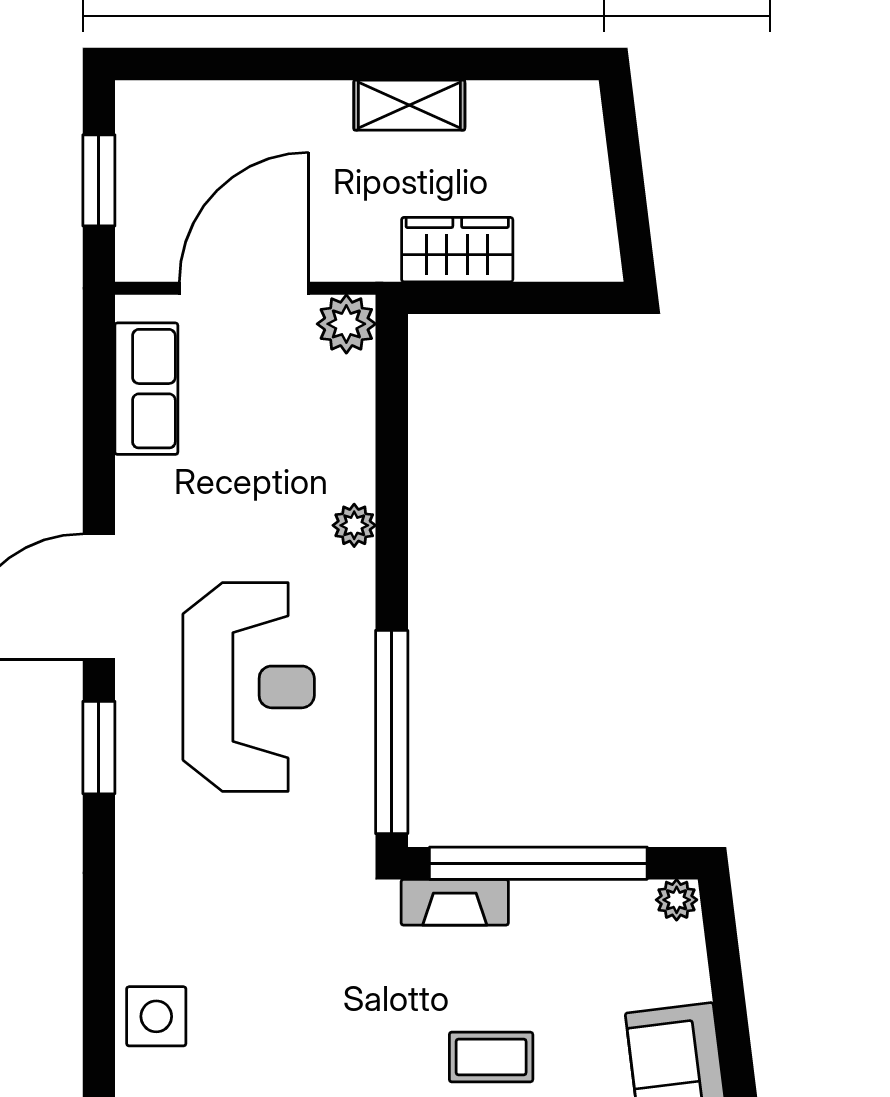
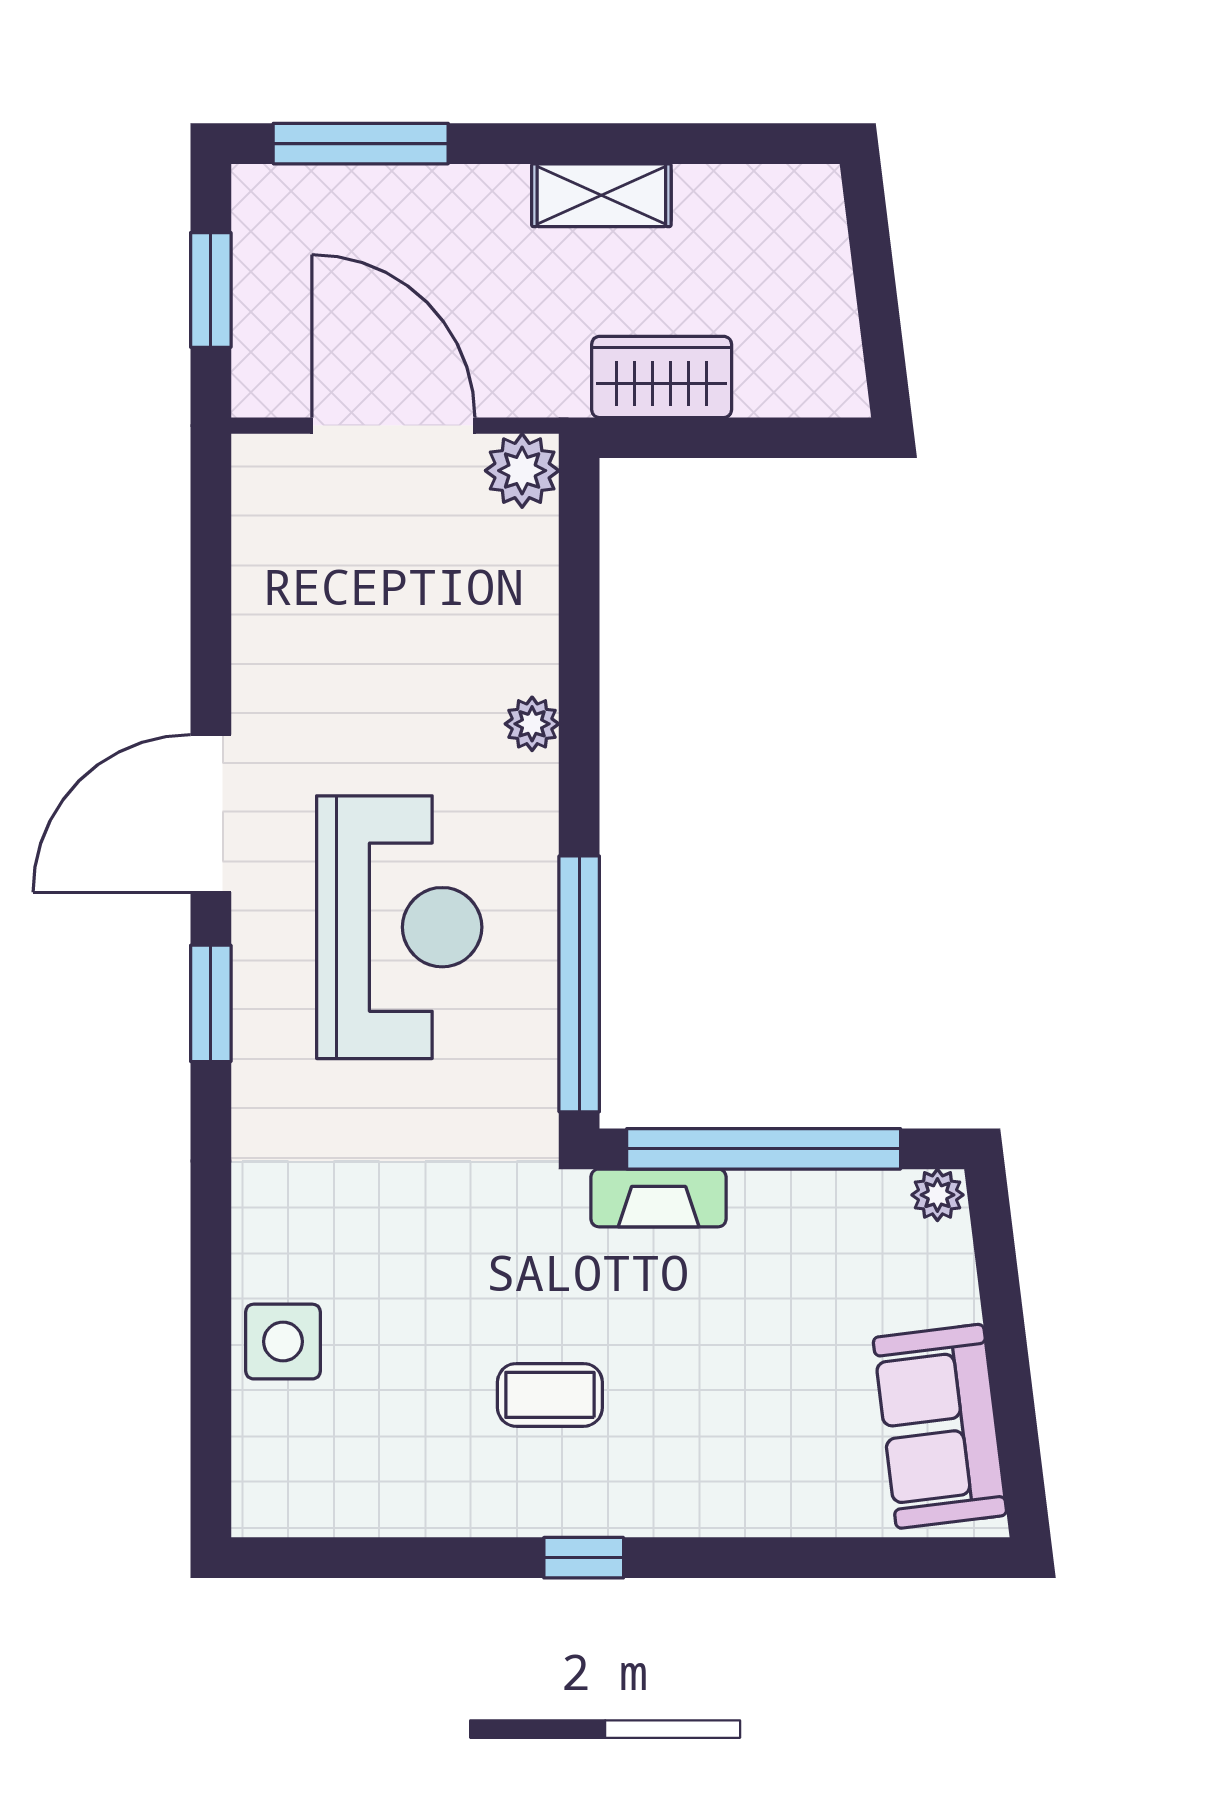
window: (218, 64) -> (361, 144), added
door: (244, 288) -> (393, 426), hinge flipped
row of seats: (146, 389) -> (271, 552), removed
coffee table: (491, 1057) -> (550, 1395), moved

